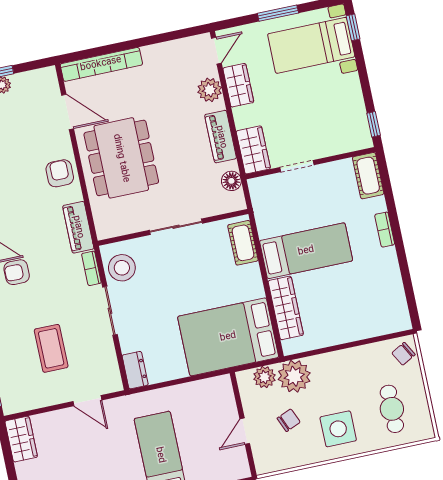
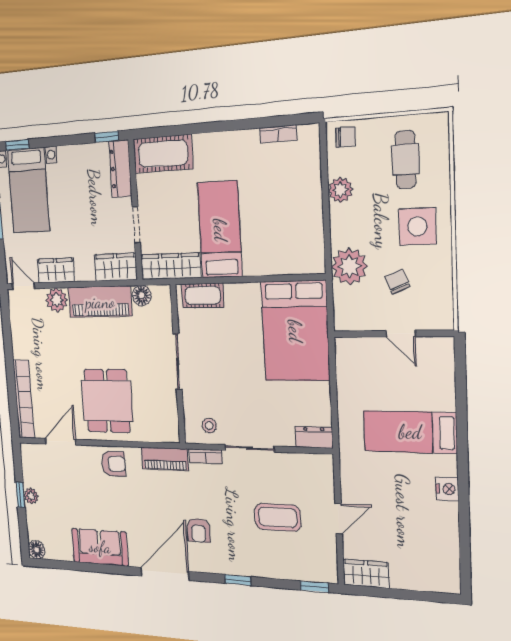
piano: (221, 137) -> (100, 302), width x1.37, depth x1.33
dresser: (346, 142) -> (120, 169), added
dining table: (121, 158) -> (107, 401), width x0.73
armchair: (60, 173) -> (113, 464), turned 180
cot: (368, 176) -> (163, 154), width x1.37, depth x1.34
bookcase: (385, 230) -> (278, 134), moved
stool: (122, 268) -> (209, 426), width x0.53, depth x0.53
wardrobe: (286, 308) -> (171, 266), moved
chair: (403, 354) -> (345, 137), turned -61
plant: (264, 377) -> (340, 190), moved
door: (87, 401) -> (339, 519), moved
cafe table: (392, 409) -> (405, 160), turned 90

